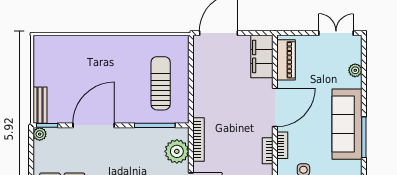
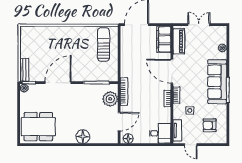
double door: (336, 33) -> (199, 25), moved
sun lounger: (161, 83) -> (103, 44), moved
door: (275, 107) -> (172, 71), swing flipped

